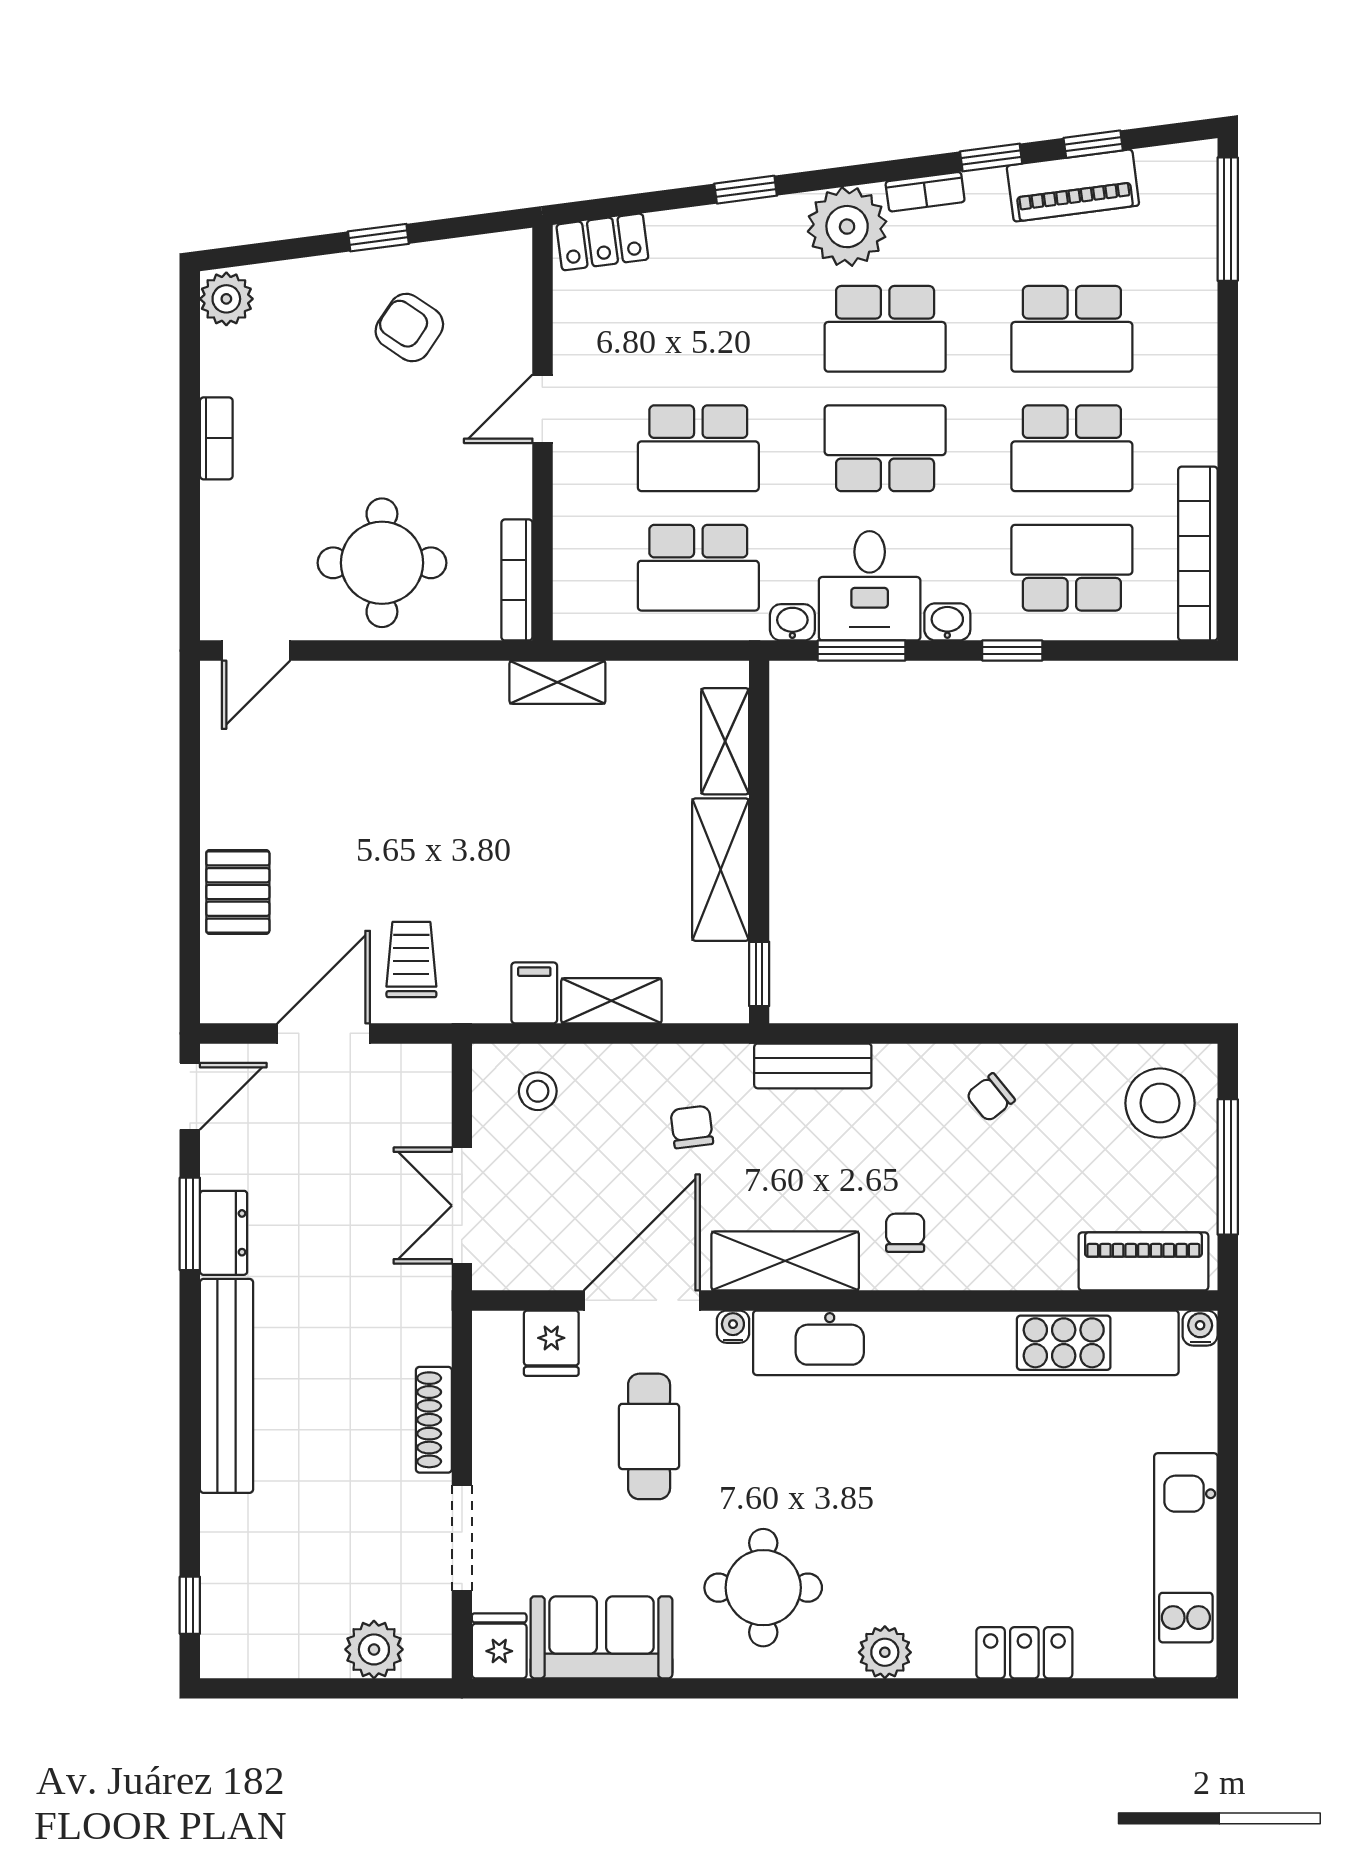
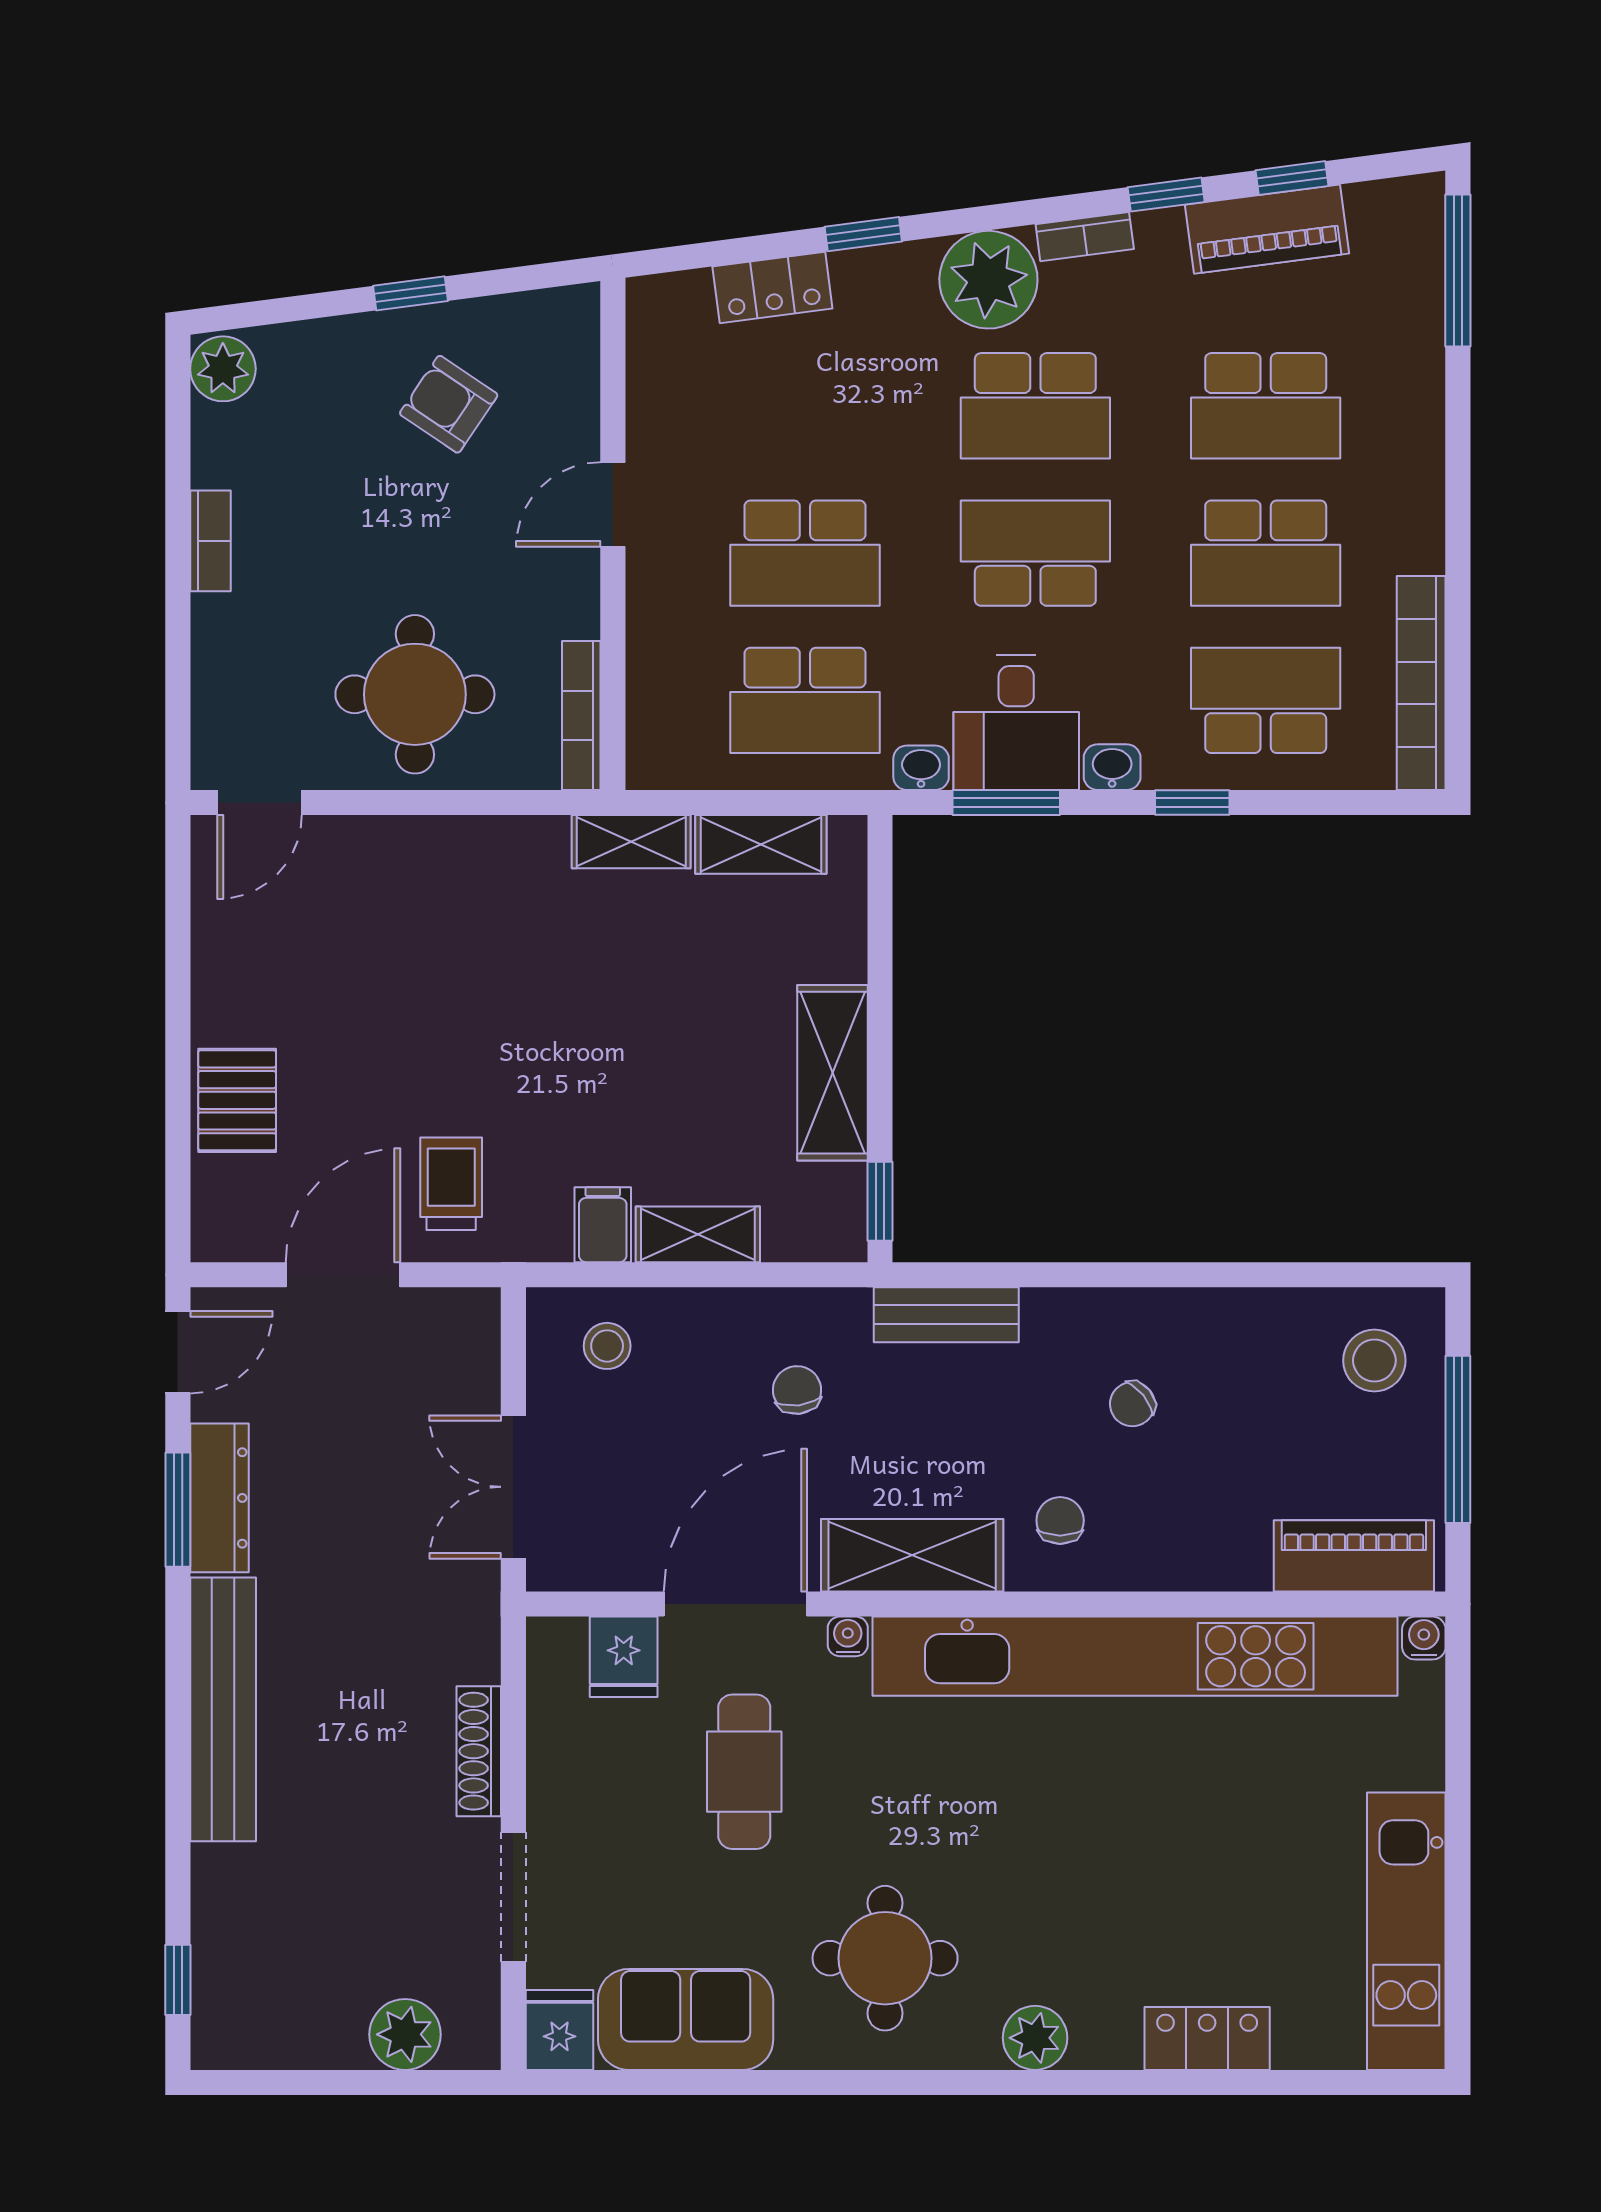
locker: (602, 242) -> (772, 287), moved
shelving: (725, 741) -> (761, 844), moved, turned 90
chair: (990, 1097) -> (1132, 1404), moved
stool: (1160, 1103) -> (1374, 1361), width x0.73, depth x0.73
dresser: (224, 1233) -> (219, 1498), width x1.44

